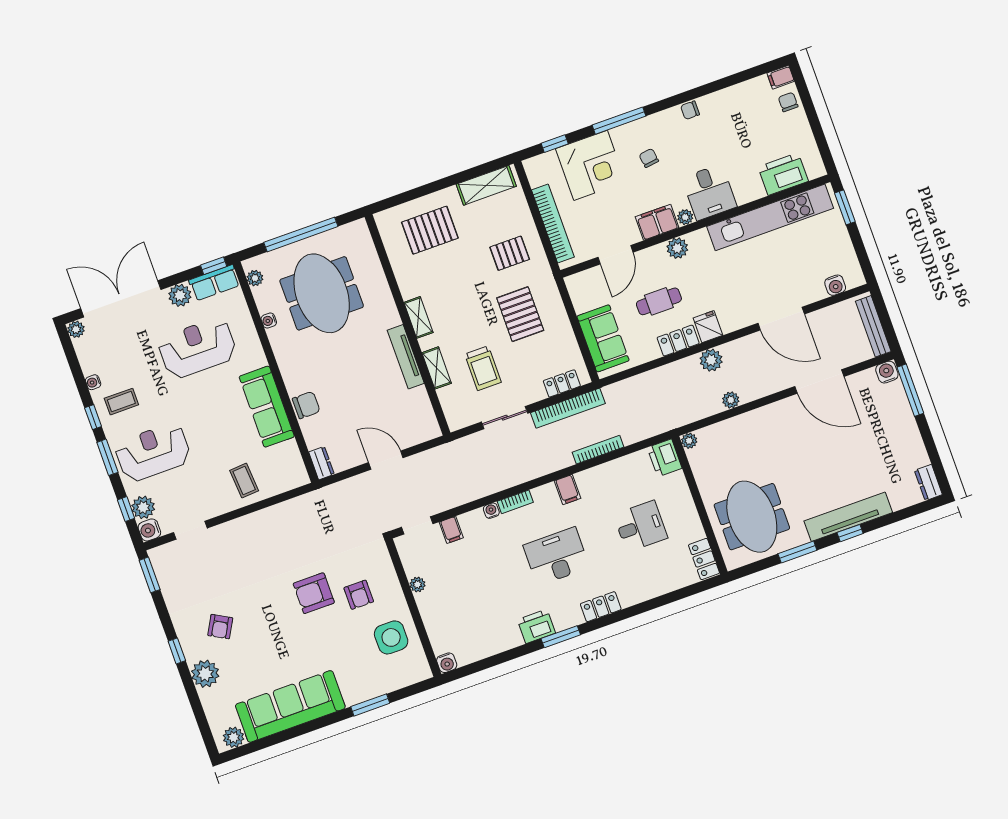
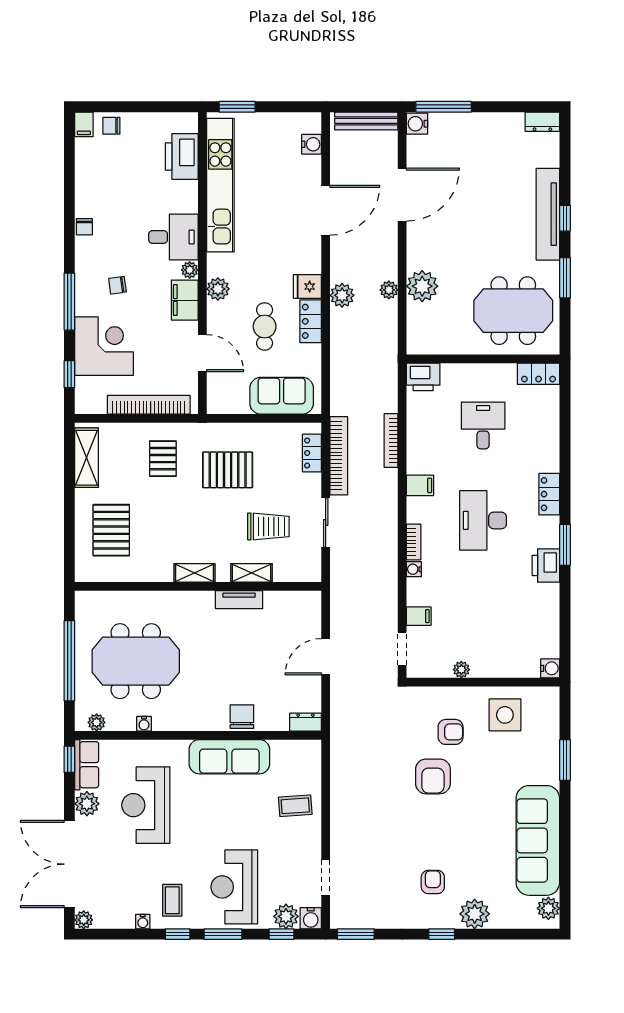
tv unit: (406, 357) -> (239, 600), width x0.71
plant: (689, 441) -> (422, 286), moved, width x1.88, depth x1.88
armchair: (220, 627) -> (433, 882), turned -119

